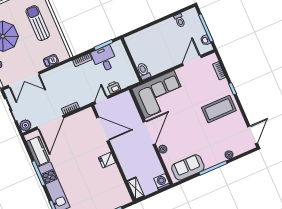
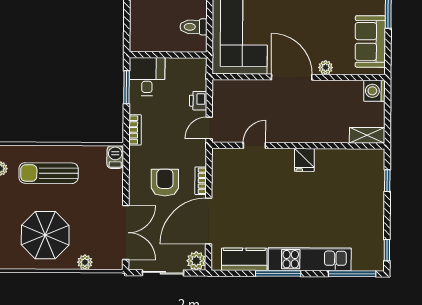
desk: (104, 59) -> (147, 77), moved, turned 90
barbecue: (51, 61) -> (115, 157), moved
toilet: (144, 71) -> (194, 27), moved
armchair: (61, 89) -> (165, 183), added
door: (101, 100) -> (209, 128), hinge flipped
door: (50, 122) -> (209, 221), swing flipped
door: (103, 129) -> (254, 145), width x0.53

